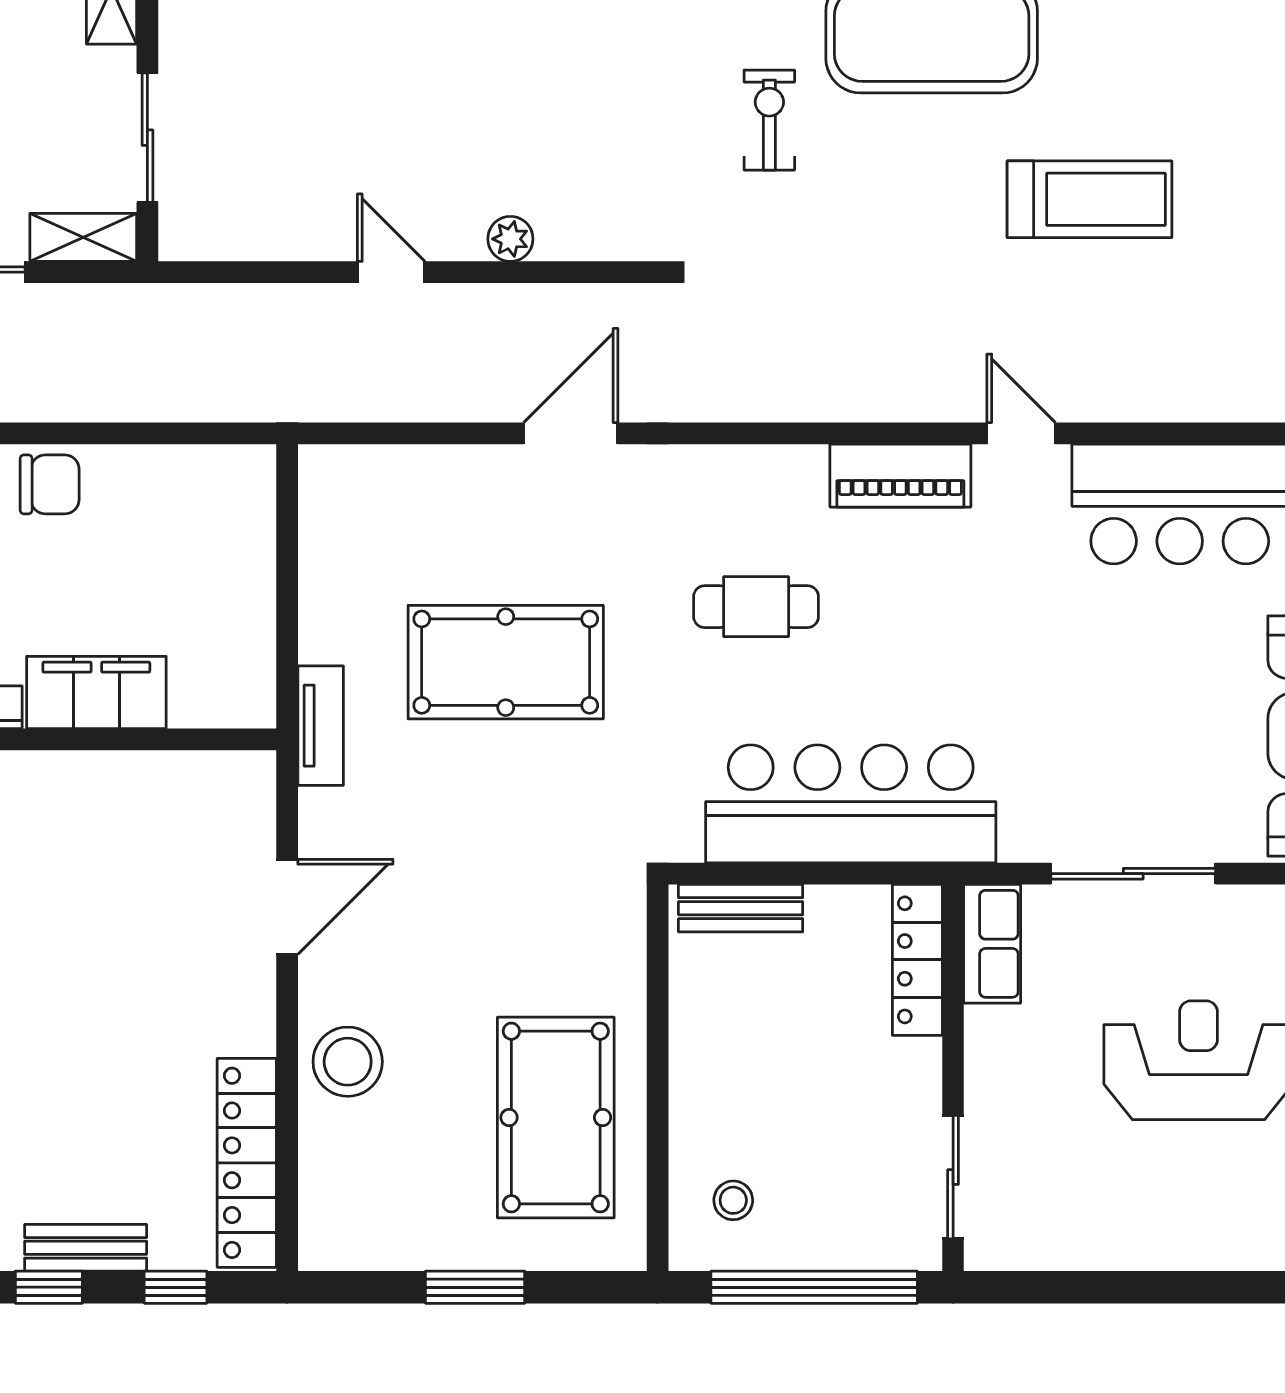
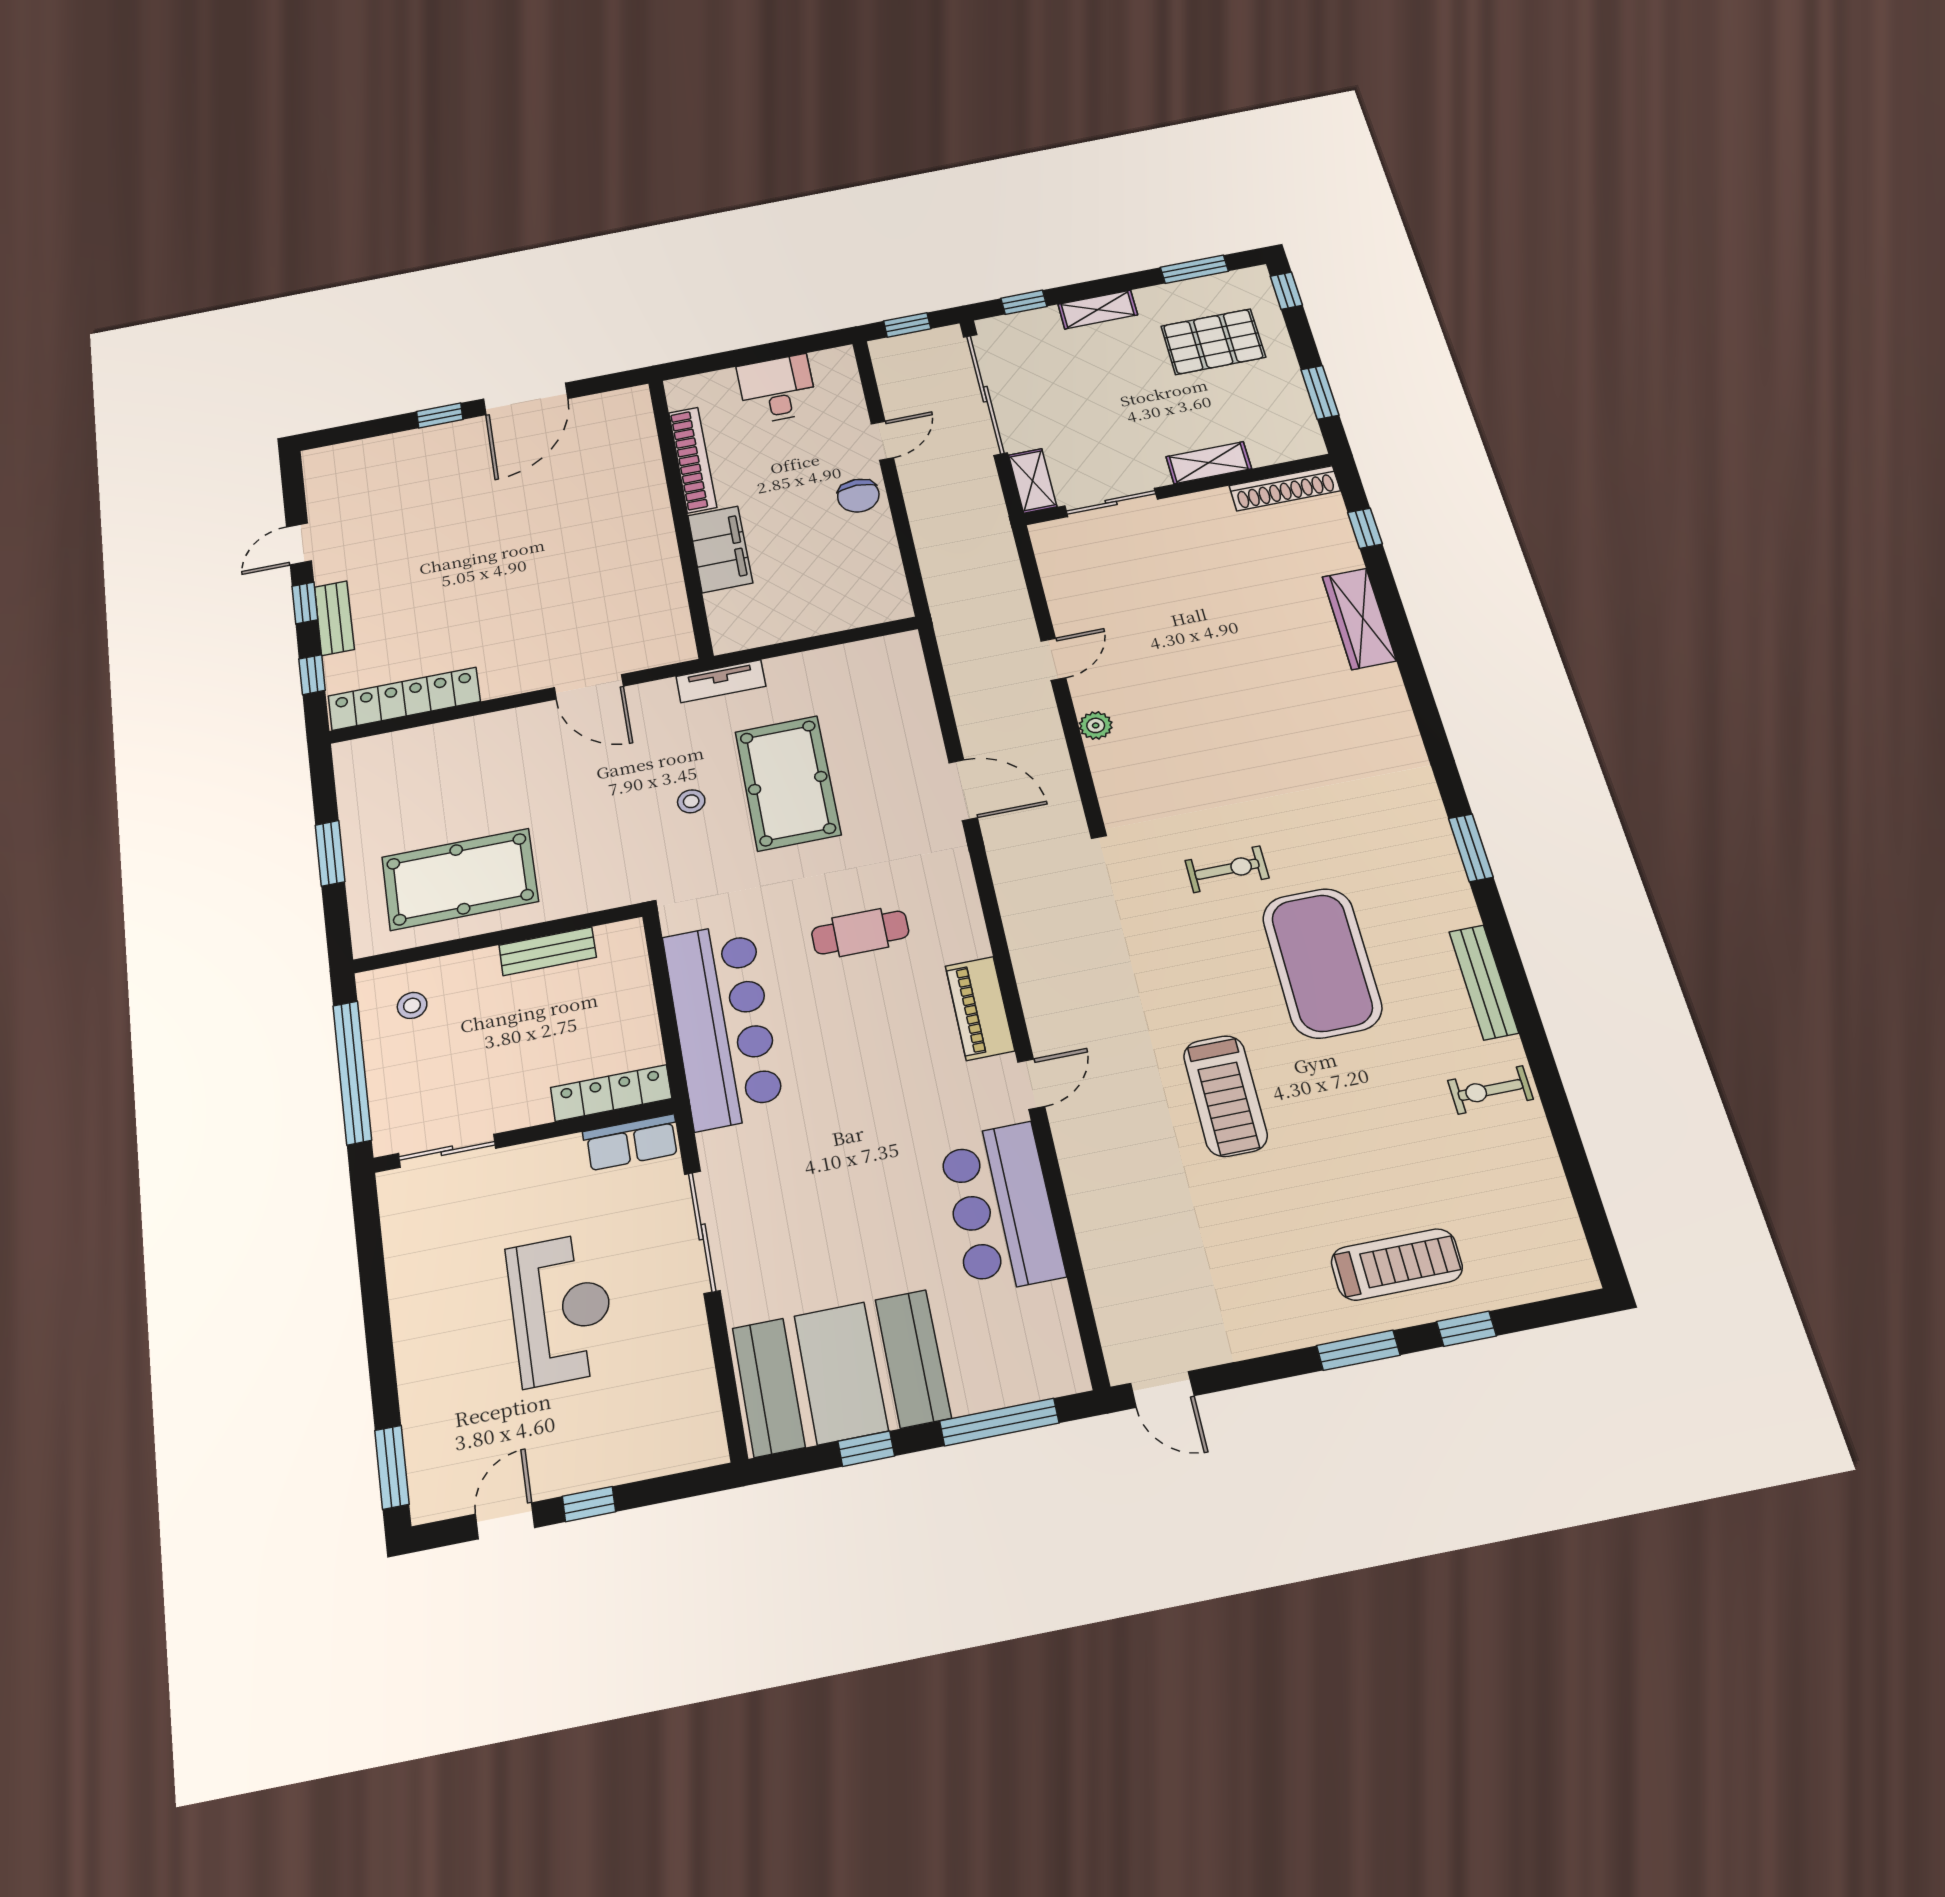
cafe table: (756, 607) -> (860, 933), turned 90
bench: (741, 908) -> (548, 951), moved, turned 90
stool: (348, 1062) -> (691, 801), moved, width x0.53, depth x0.53

